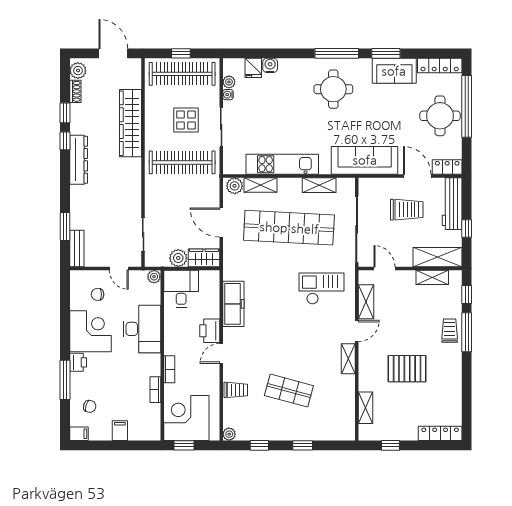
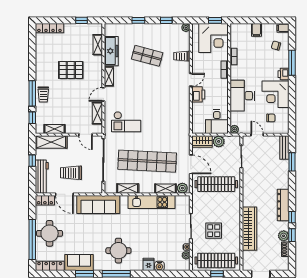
fridge: (253, 68) -> (149, 264), moved
plant: (78, 71) -> (284, 236), moved
clothes rail: (182, 162) -> (216, 184), moved
freezer: (233, 304) -> (111, 51), moved, turned 180

